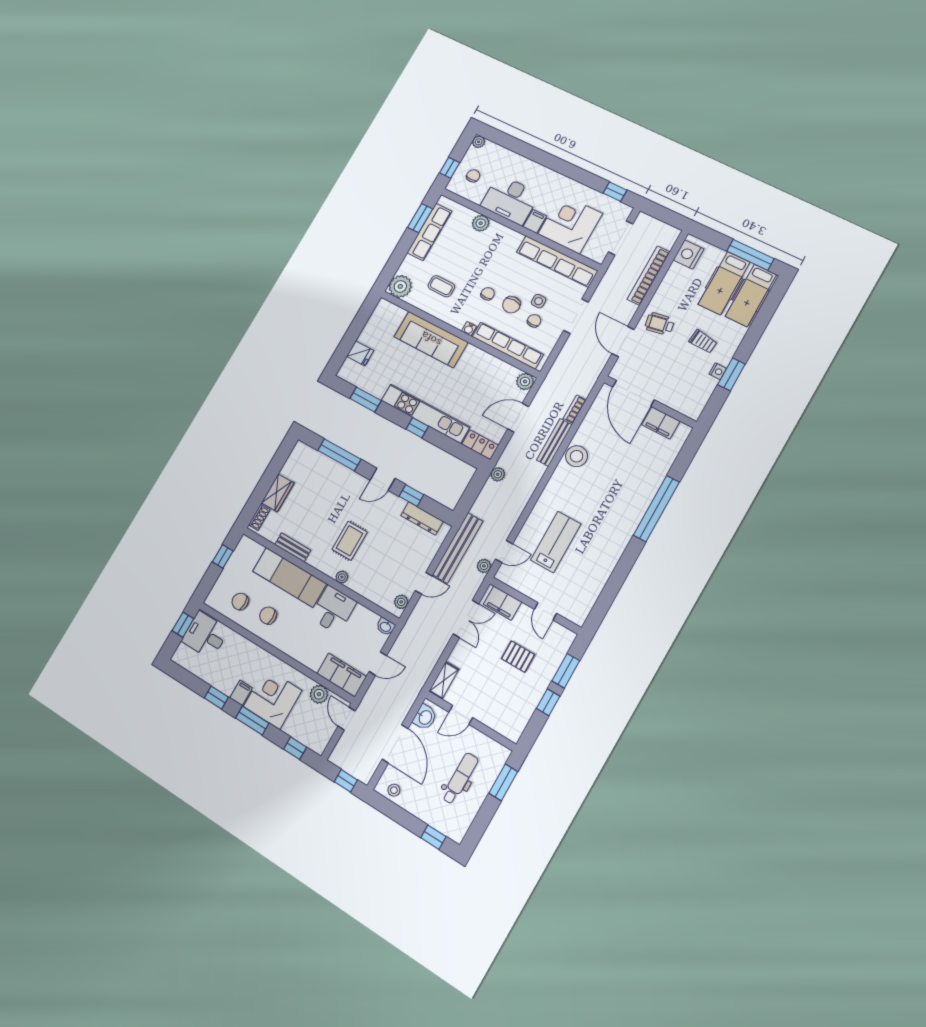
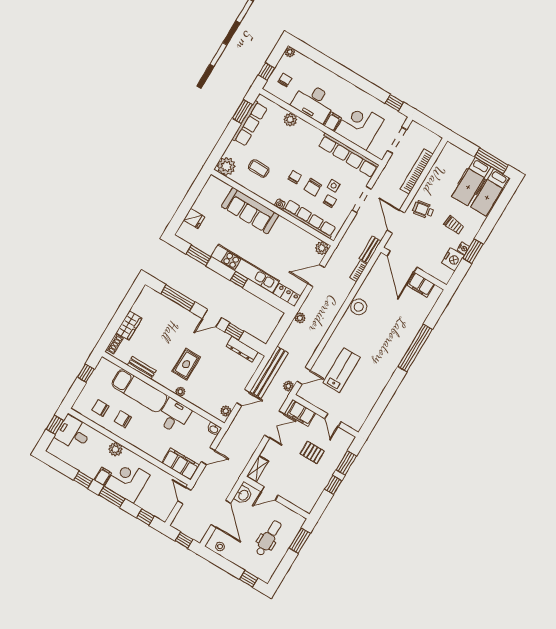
nightstand: (689, 254) -> (453, 259), moved, turned 180
bench: (554, 442) -> (370, 250), moved, width x0.73
plant: (319, 694) -> (115, 449), moved

